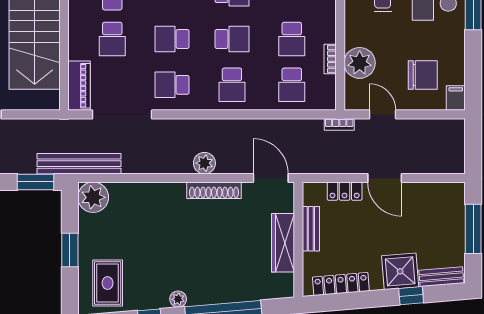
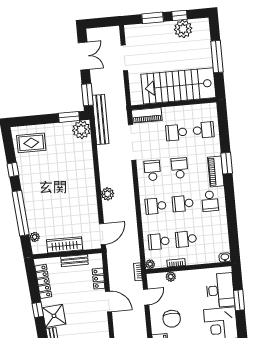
school desk: (232, 39) -> (183, 204), turned 90
plant: (360, 63) -> (171, 277), width x0.53, depth x0.53
plant: (328, 103) -> (150, 264), added
door: (385, 178) -> (109, 302), swing flipped
shoe rack: (214, 190) -> (92, 201), removed
window: (70, 250) -> (69, 117), moved
window: (411, 296) -> (38, 310), moved
plant: (178, 299) -> (35, 237), moved

